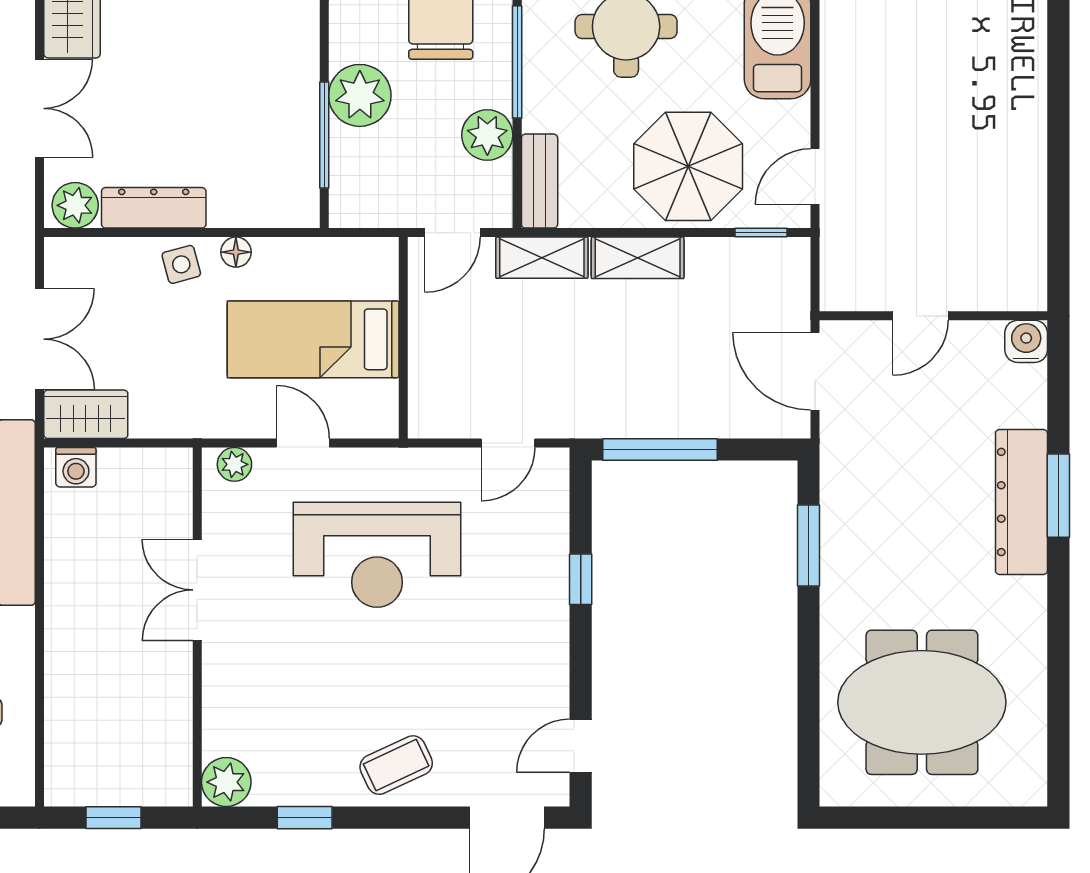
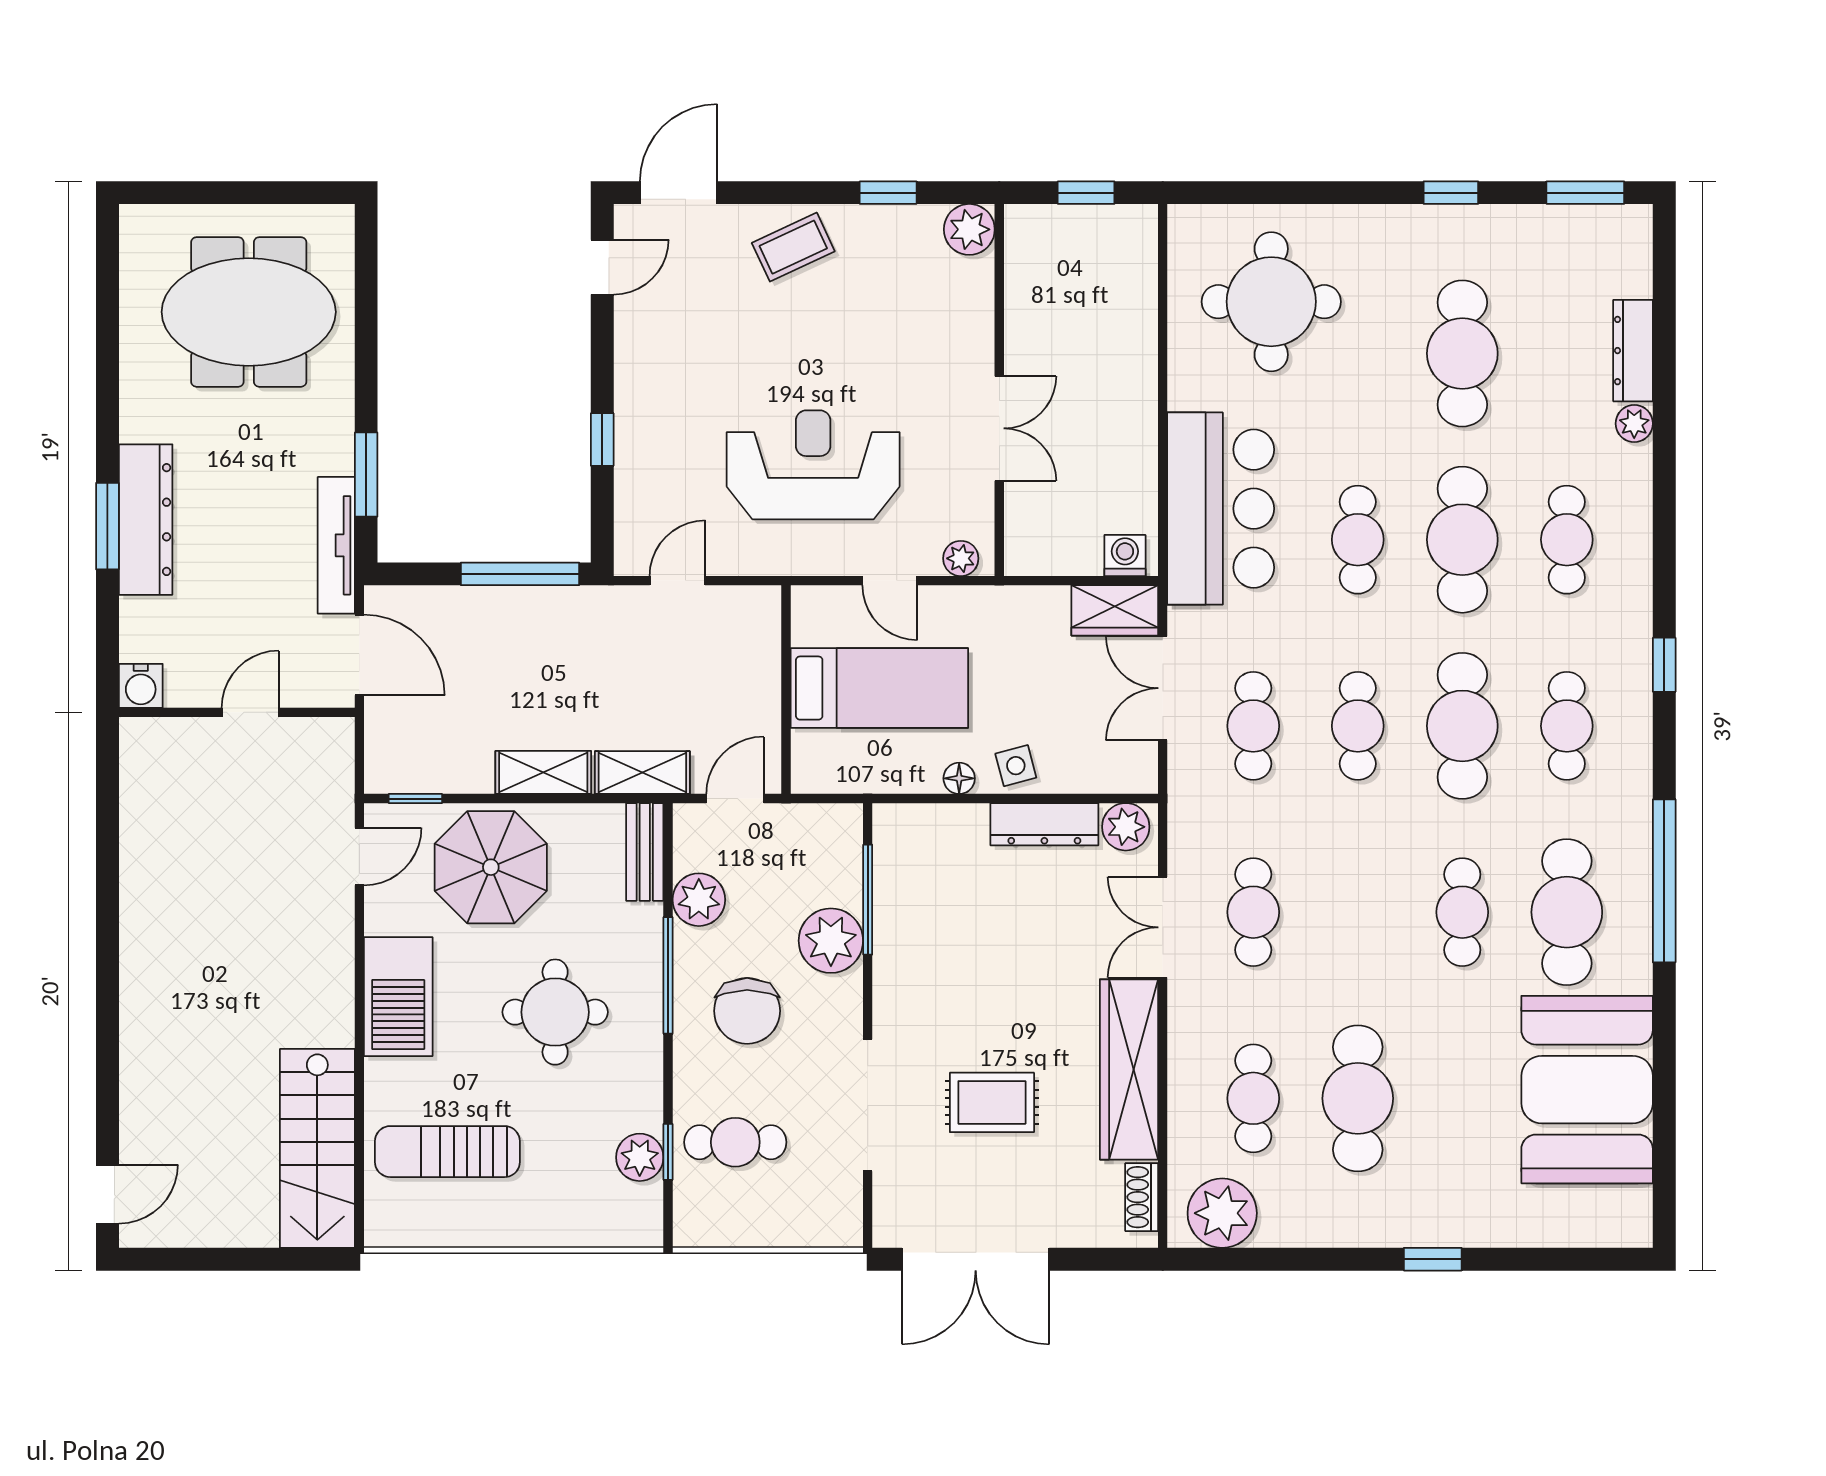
tv unit: (837, 477) -> (336, 545), added

